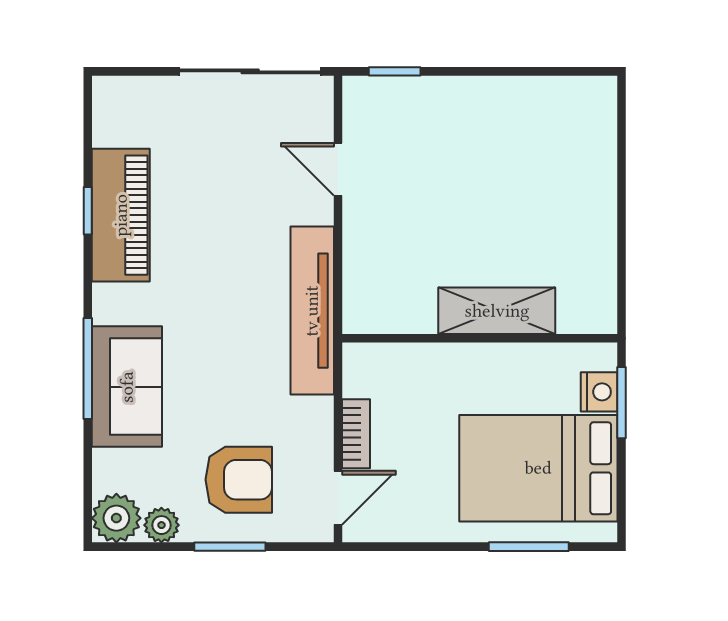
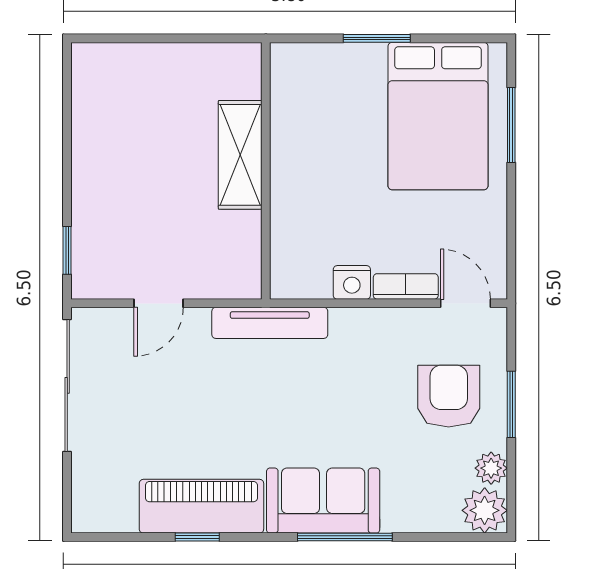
tv unit: (312, 311) -> (270, 323), width x0.73, depth x0.78
shelving: (497, 311) -> (240, 155), moved
wall: (480, 338) -> (266, 171), moved
sofa: (127, 387) -> (323, 501), moved
nightstand: (599, 392) -> (352, 282), moved, turned 180

